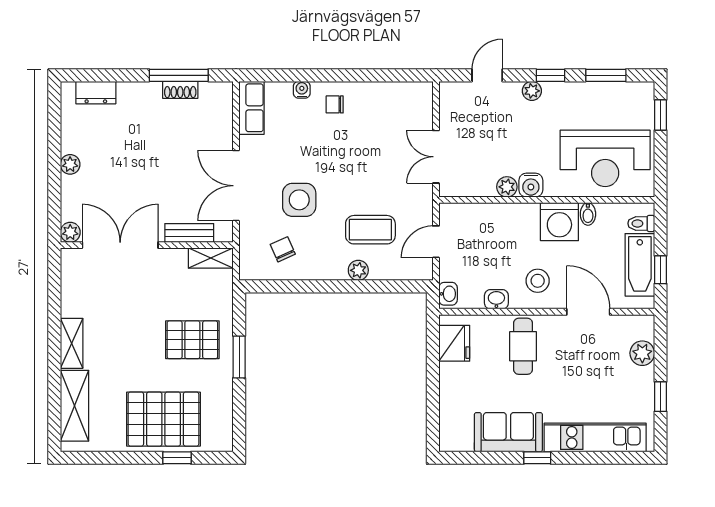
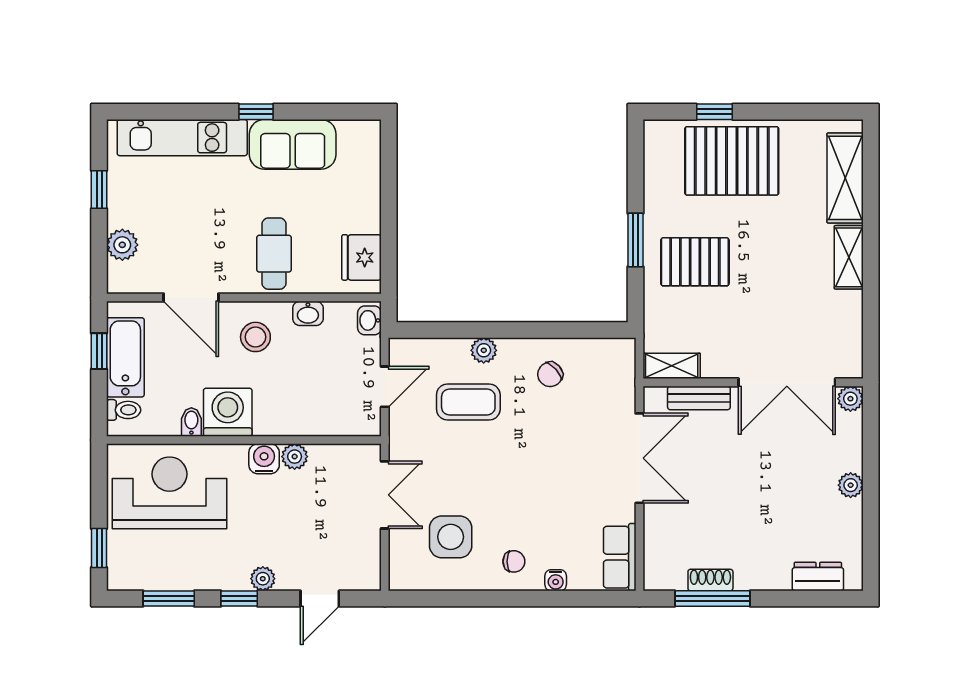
side table: (299, 200) -> (451, 537), moved
chair: (283, 249) -> (550, 374), moved, turned 72

